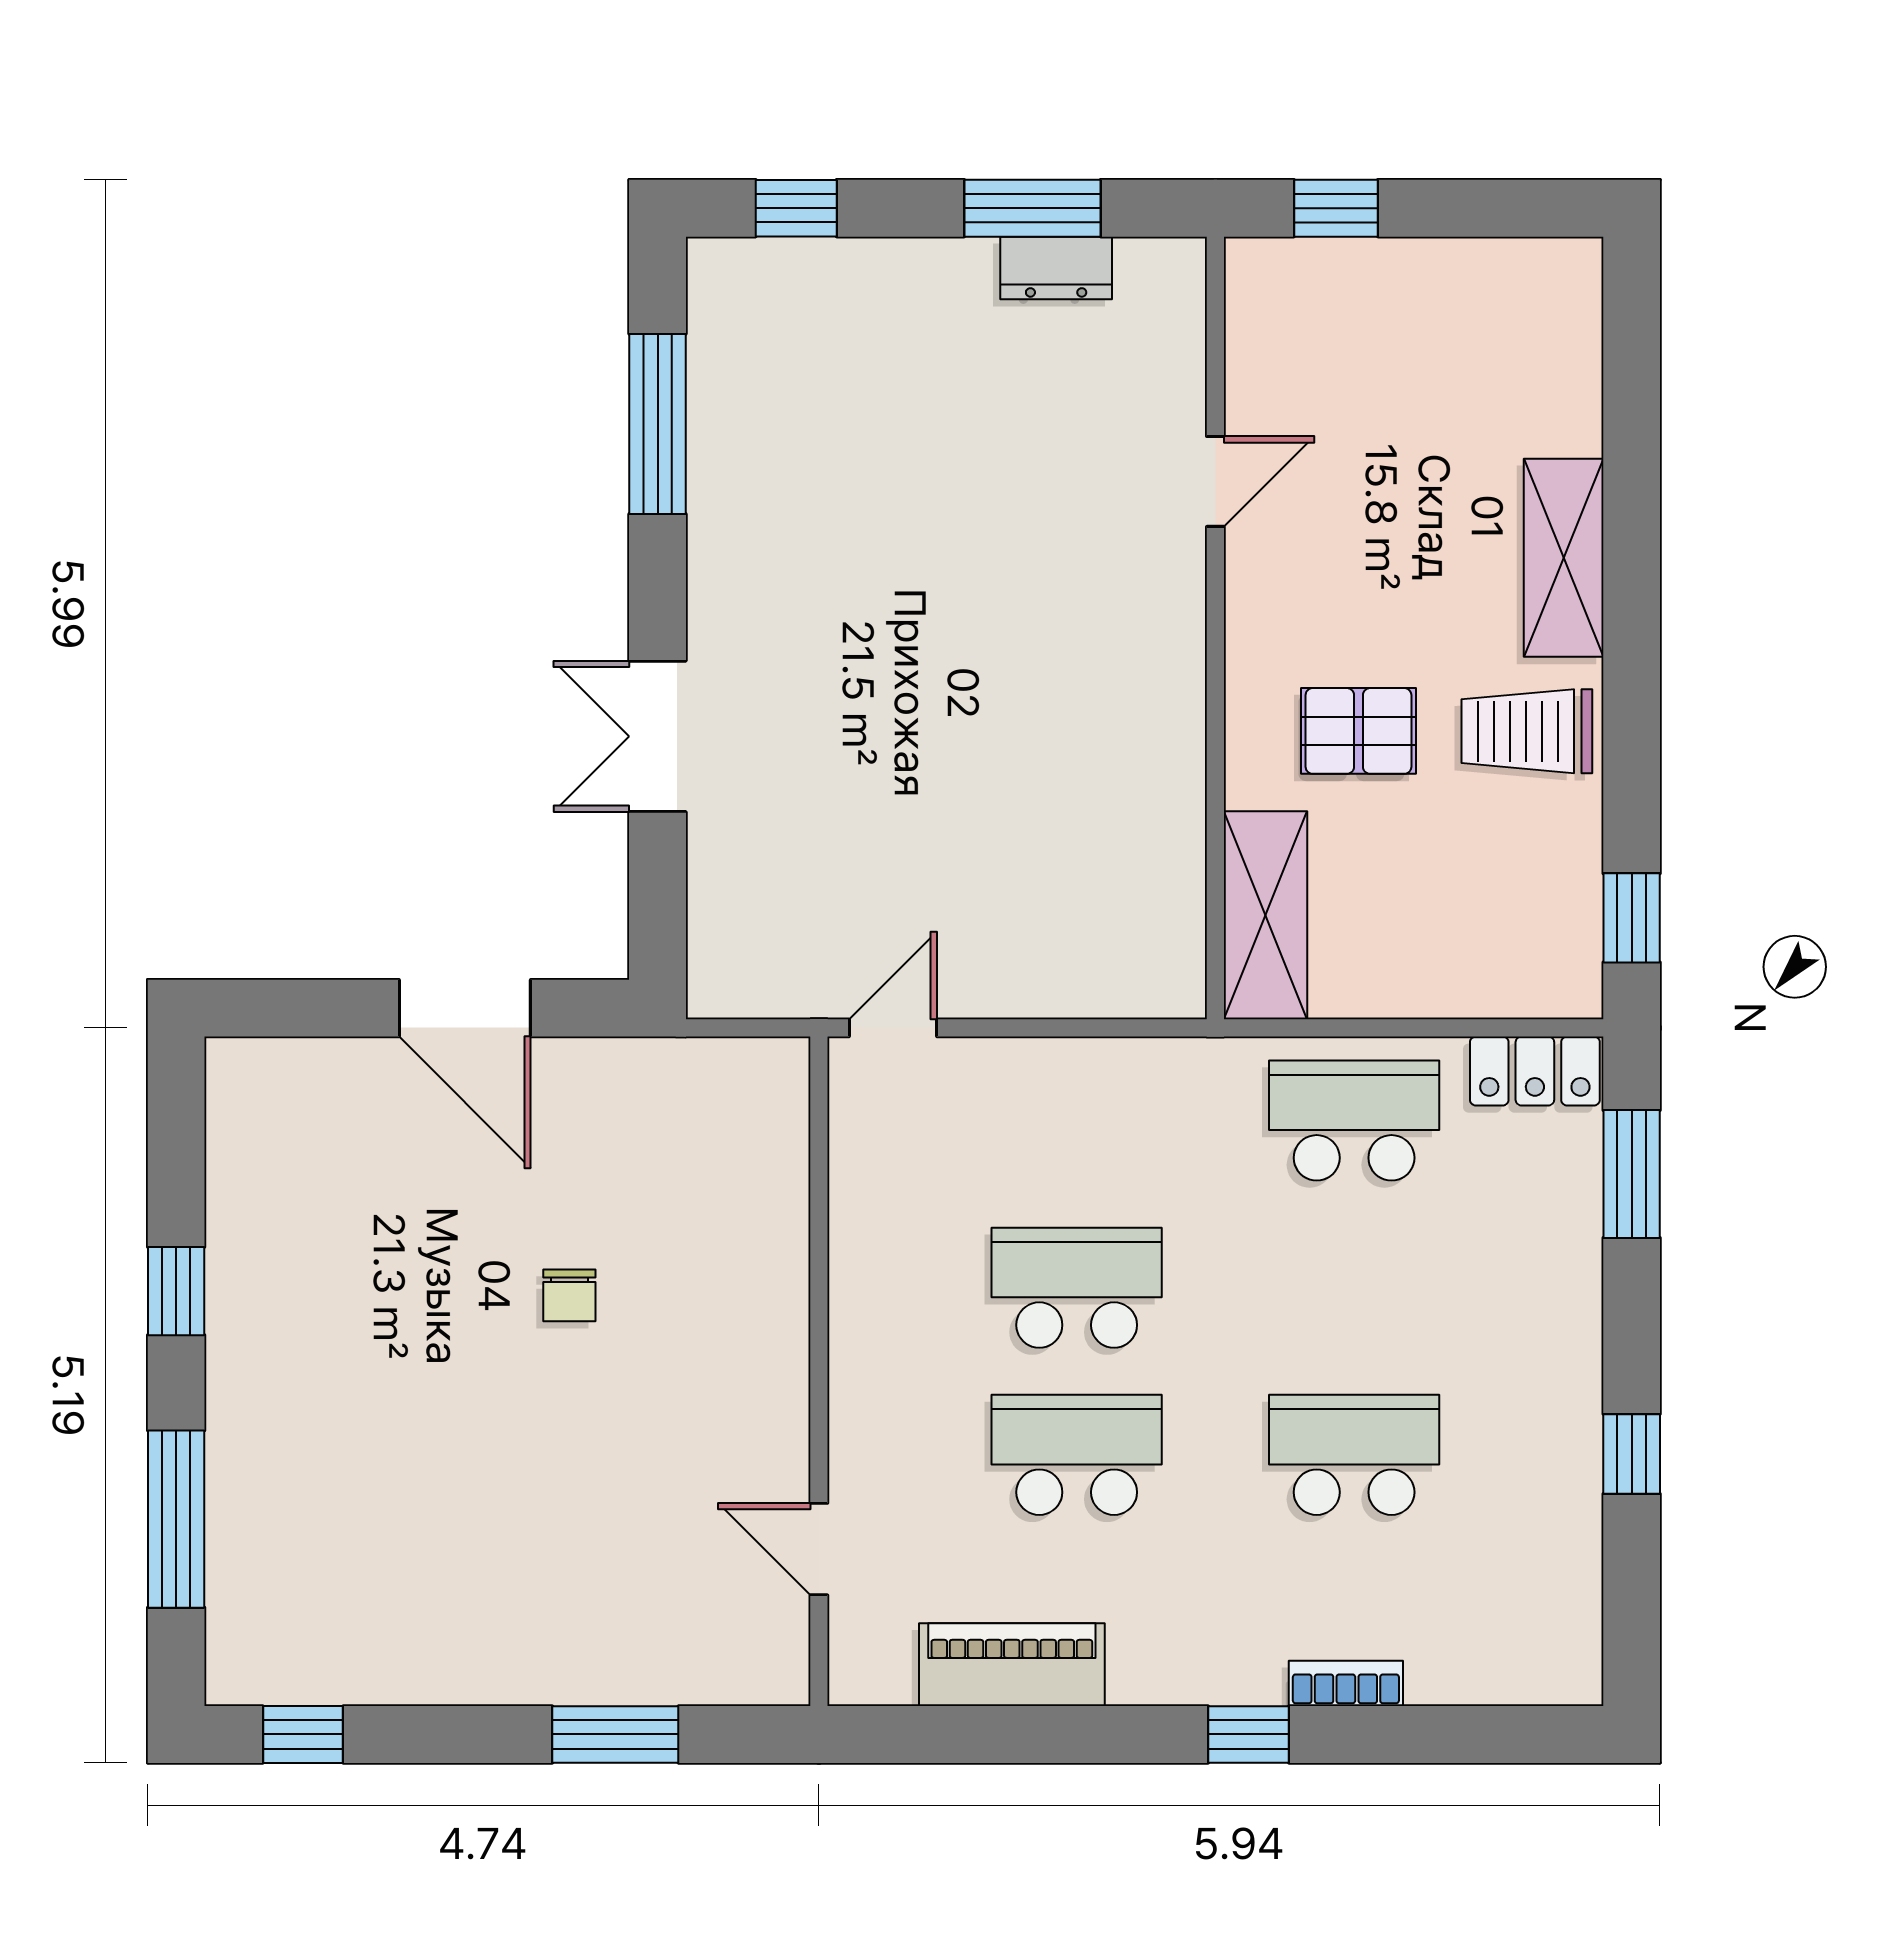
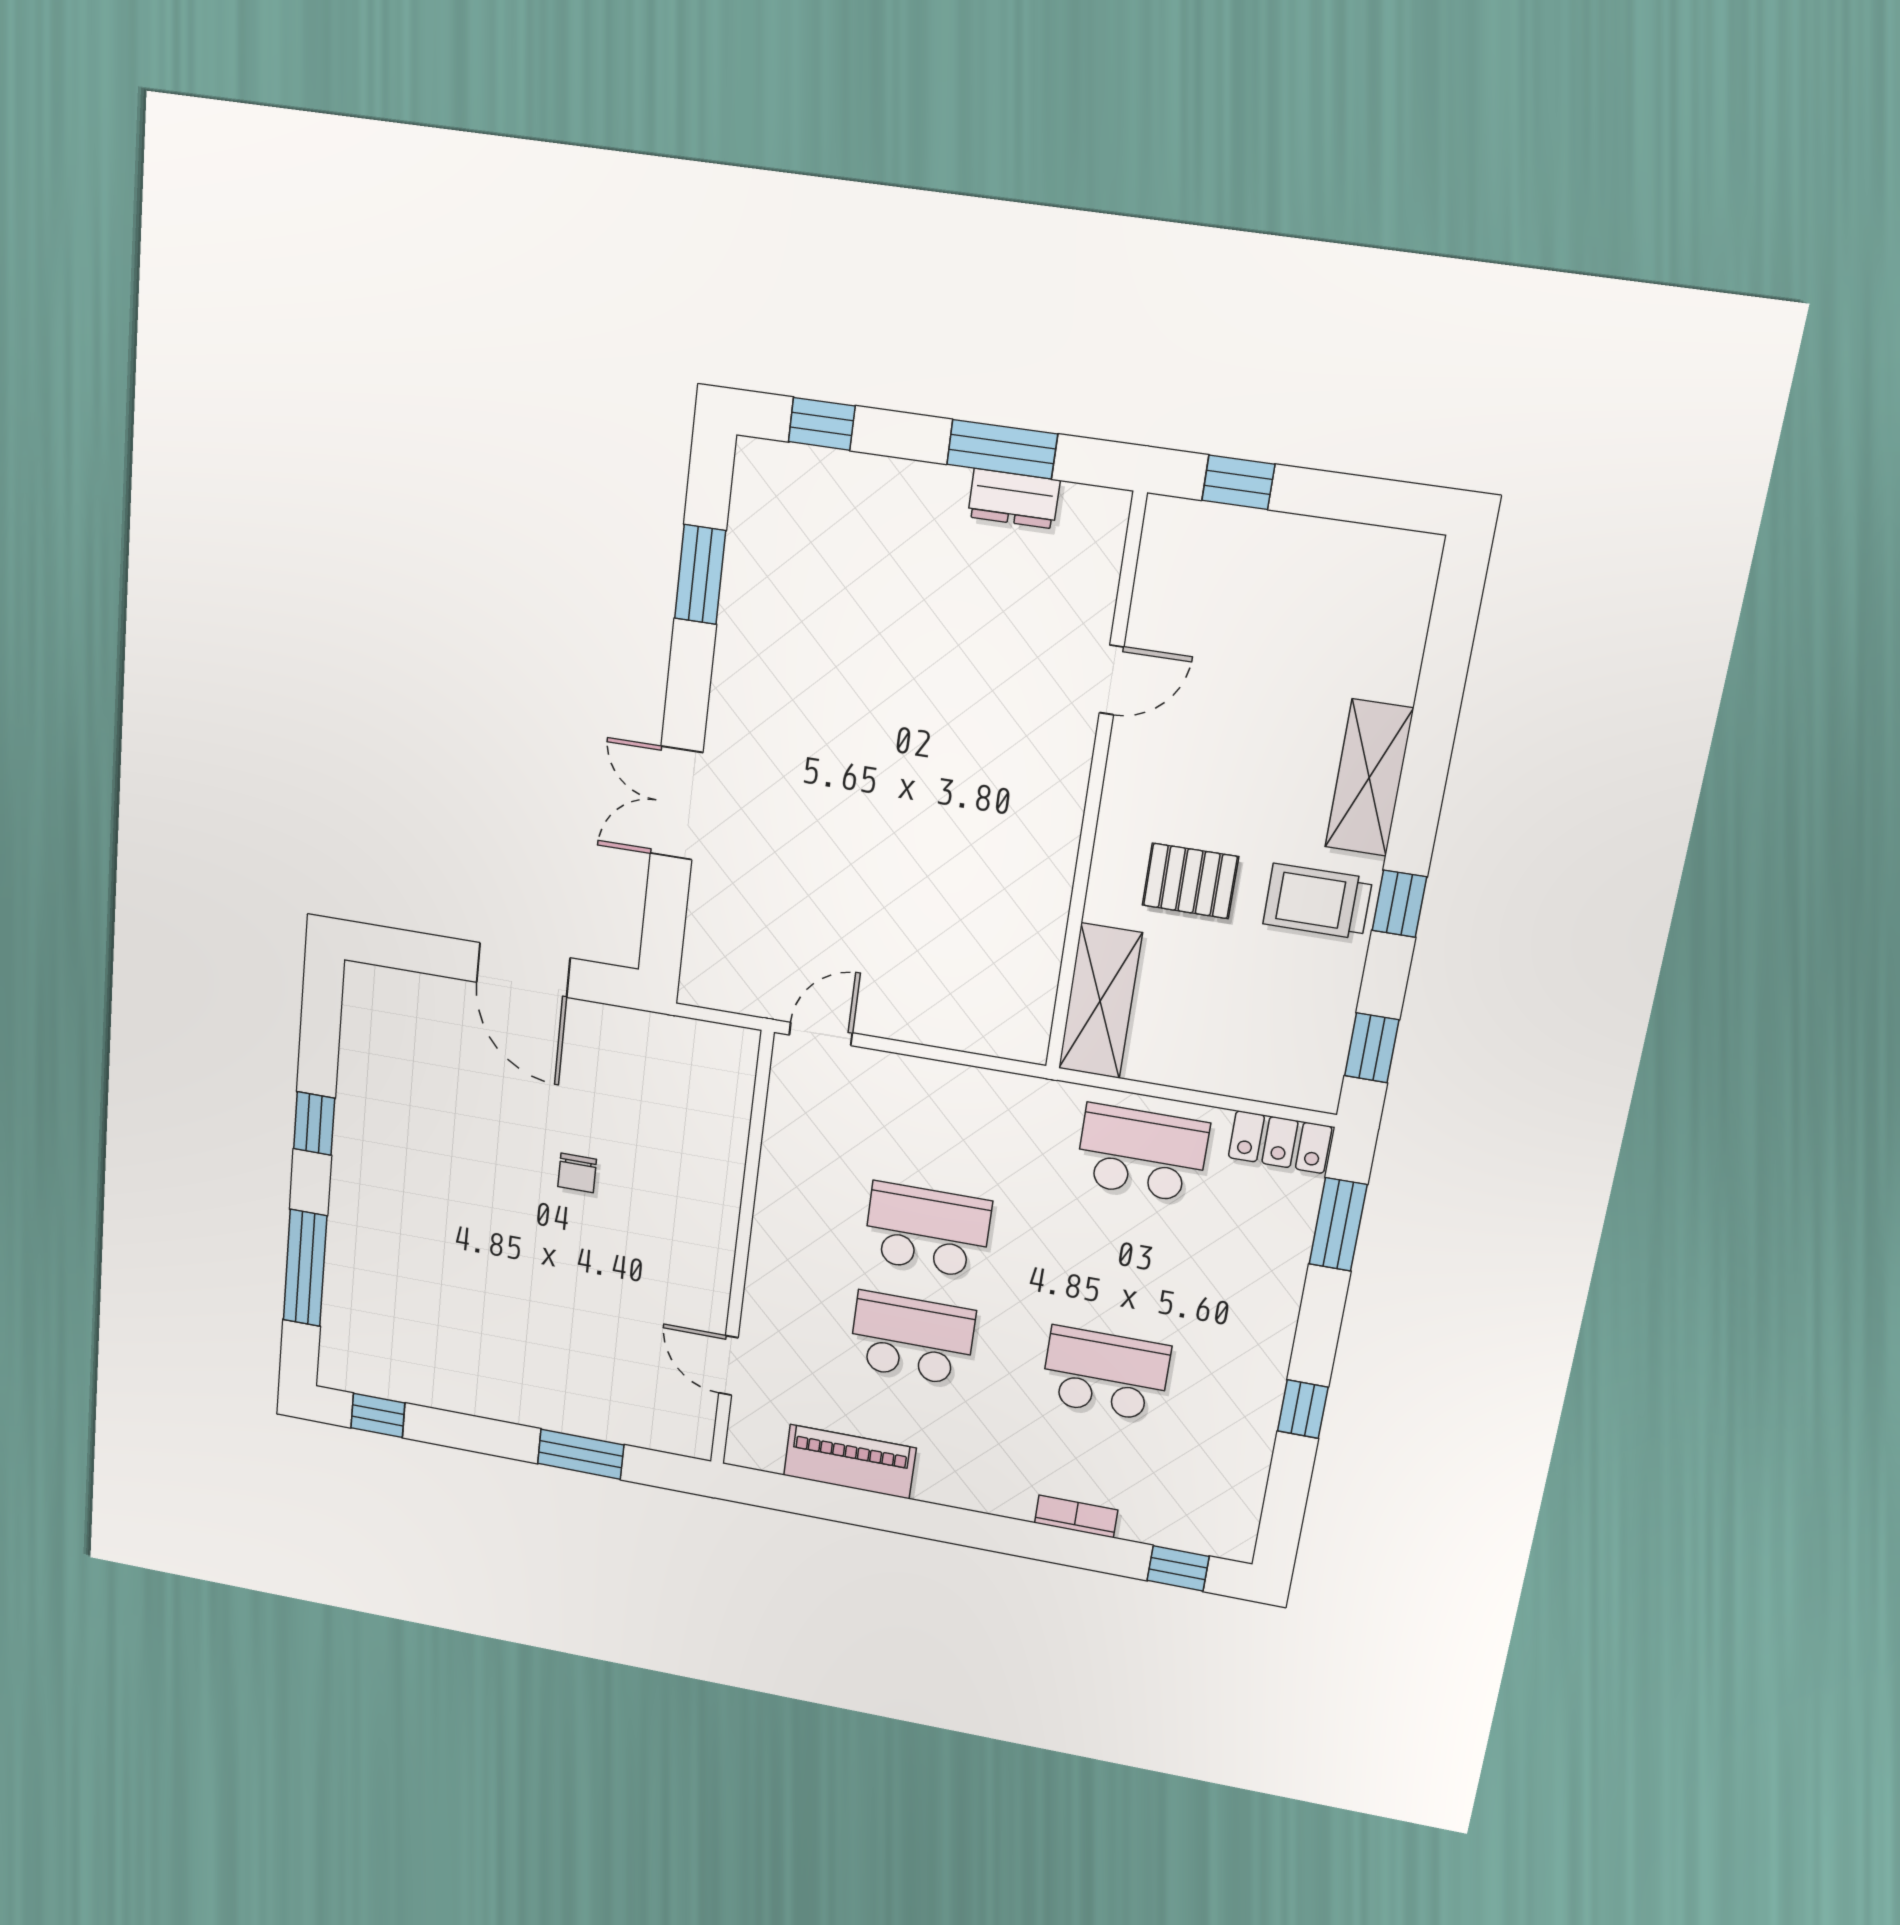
window: (658, 424) -> (700, 574), width x0.69
window: (1632, 717) -> (1399, 904), added
window: (1249, 1734) -> (1178, 1568), moved

